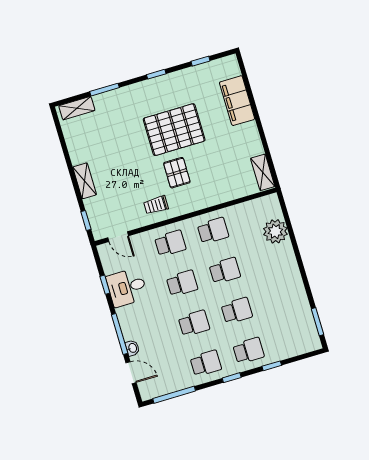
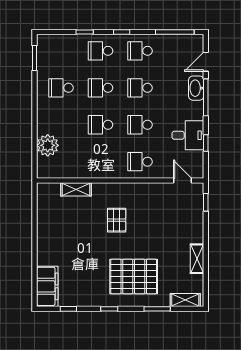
filing cabinet: (237, 101) -> (47, 286), moved
pallet: (174, 130) -> (134, 276), moved
shelving: (263, 172) -> (76, 189), moved, turned 90
shelving: (85, 181) -> (197, 259), moved
trolley: (156, 205) -> (142, 198), removed
school desk: (213, 231) -> (61, 88), moved
washbasin: (132, 348) -> (196, 88), width x1.91, depth x1.45
door: (131, 373) -> (206, 62), hinge flipped

